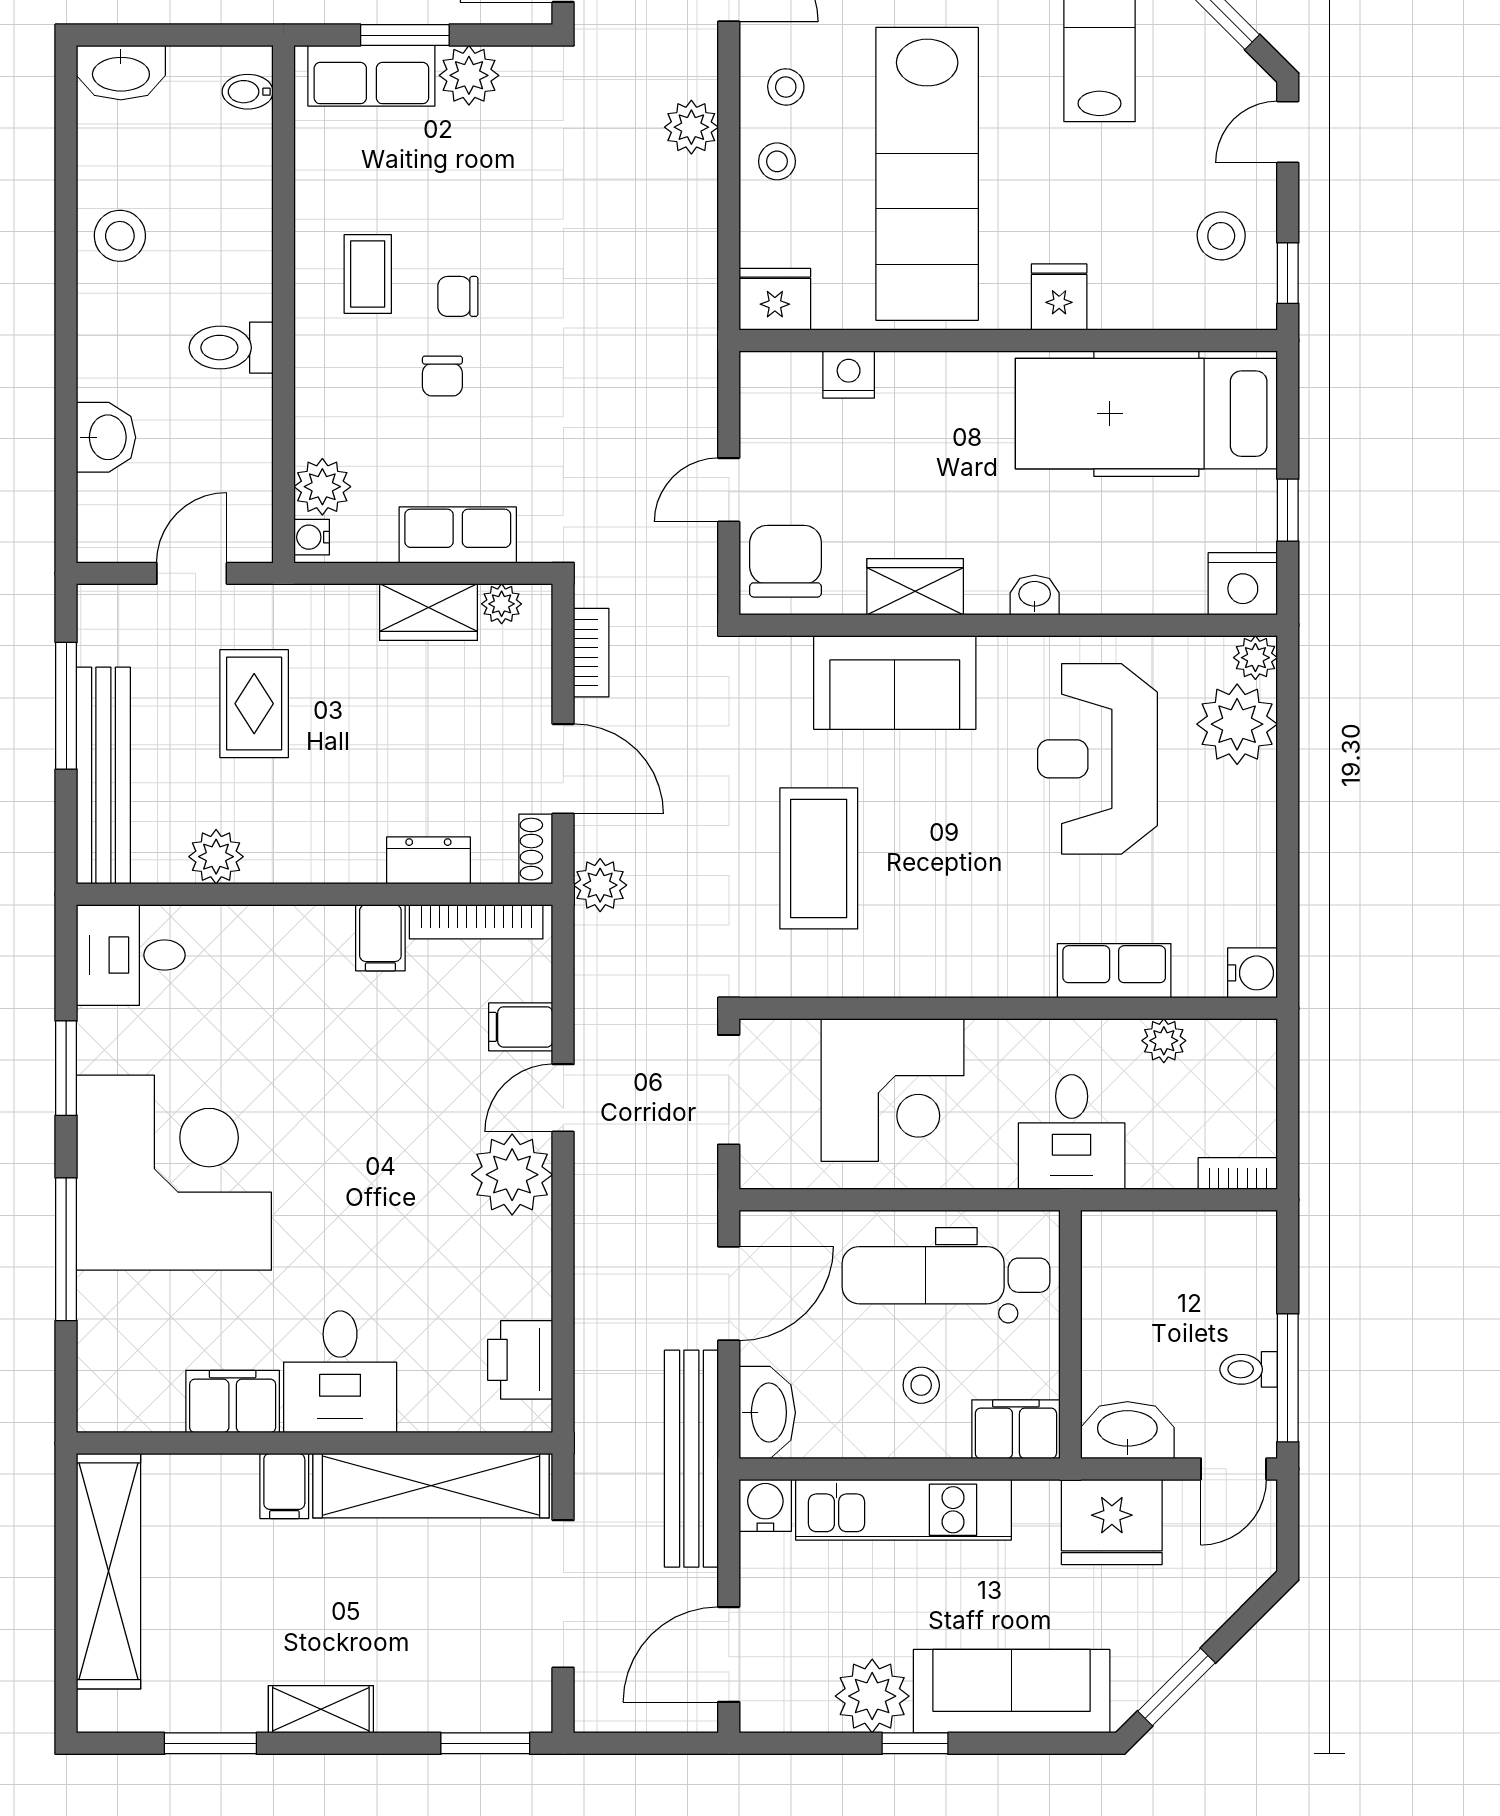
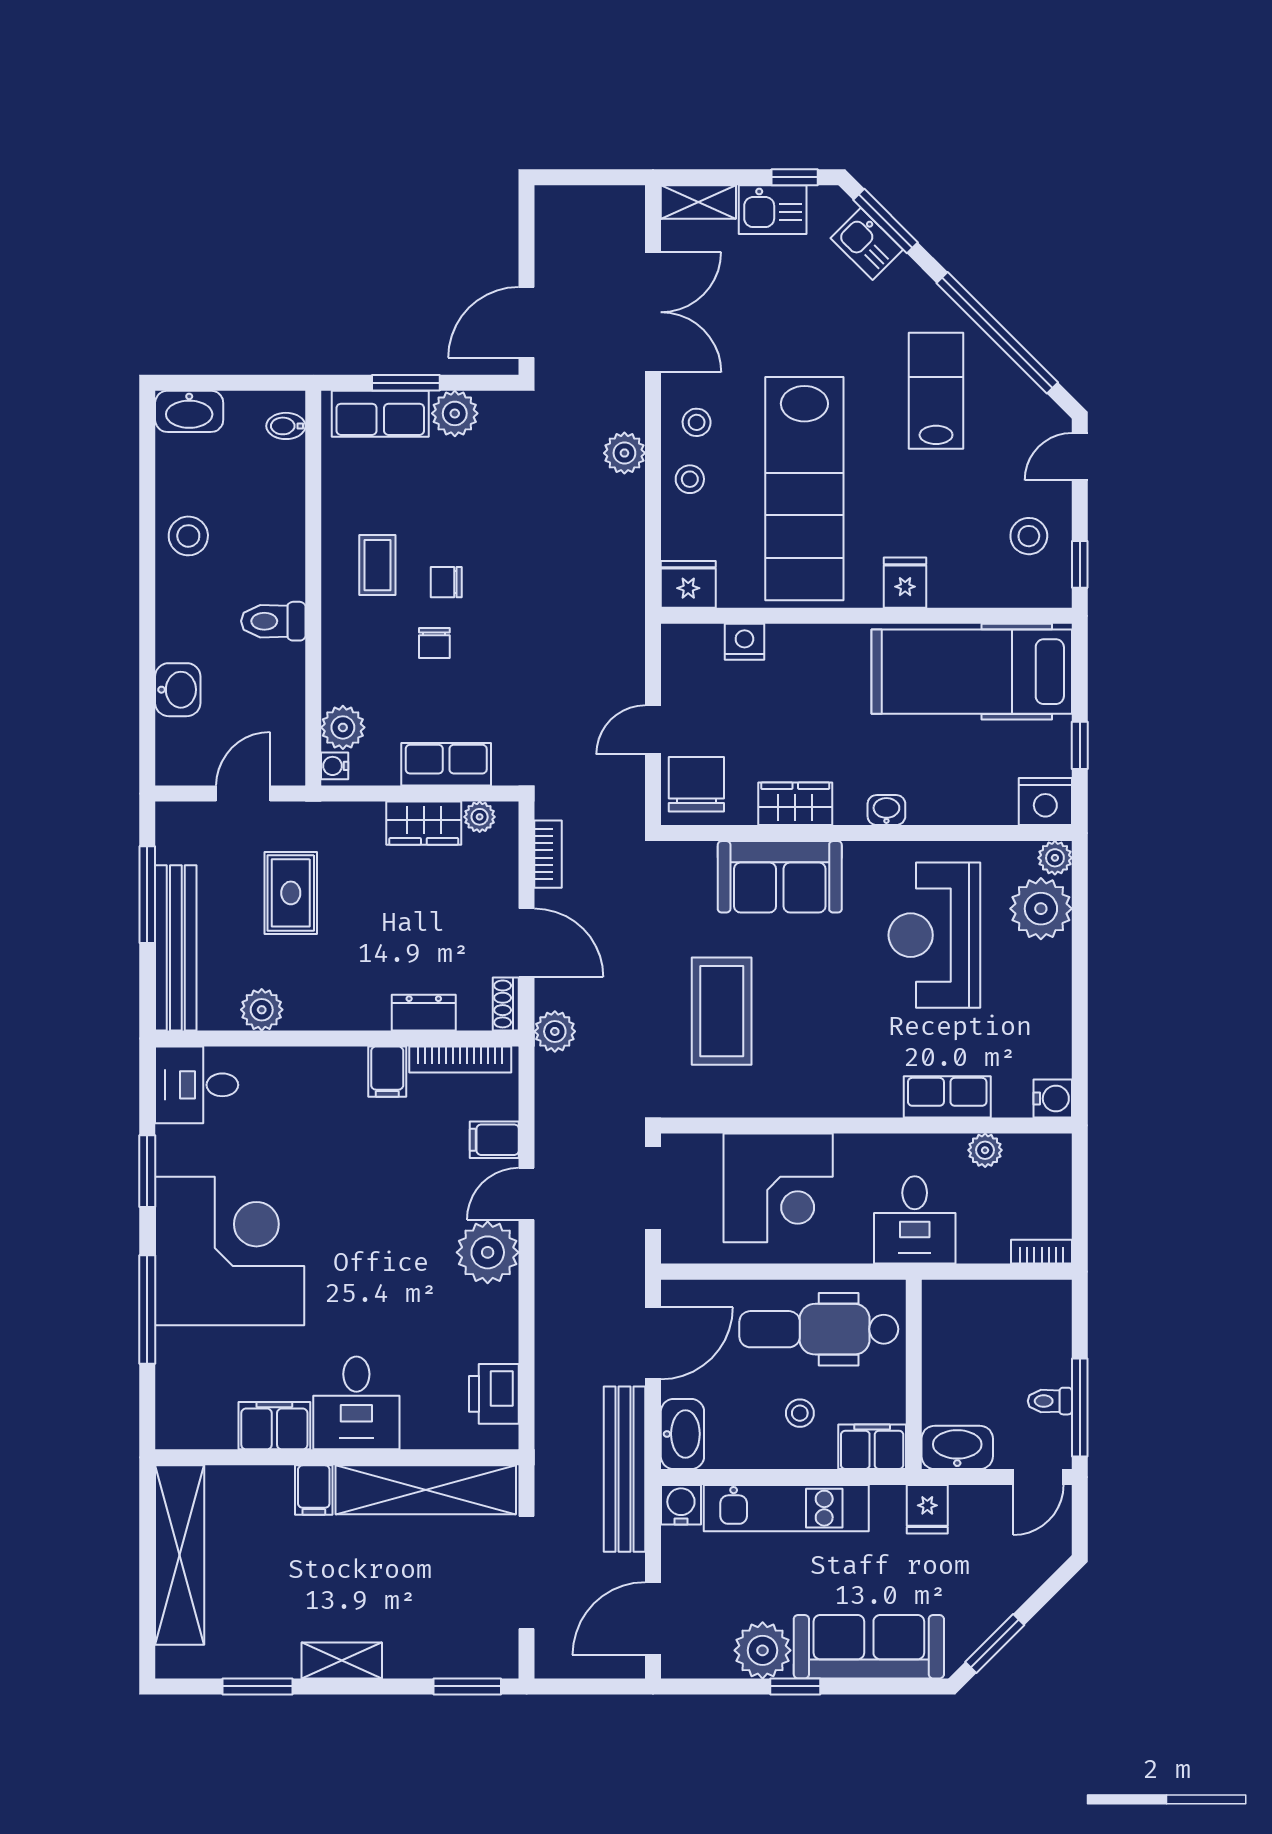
fridge: (1112, 1522) -> (927, 1509), width x0.53, depth x0.75

